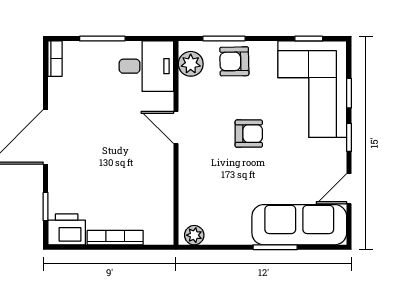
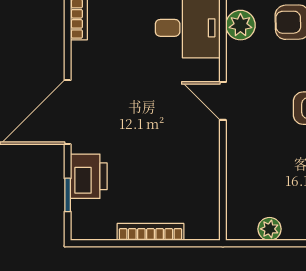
printer: (67, 229) -> (89, 176), moved, turned 90
plant: (194, 235) -> (270, 229), moved

